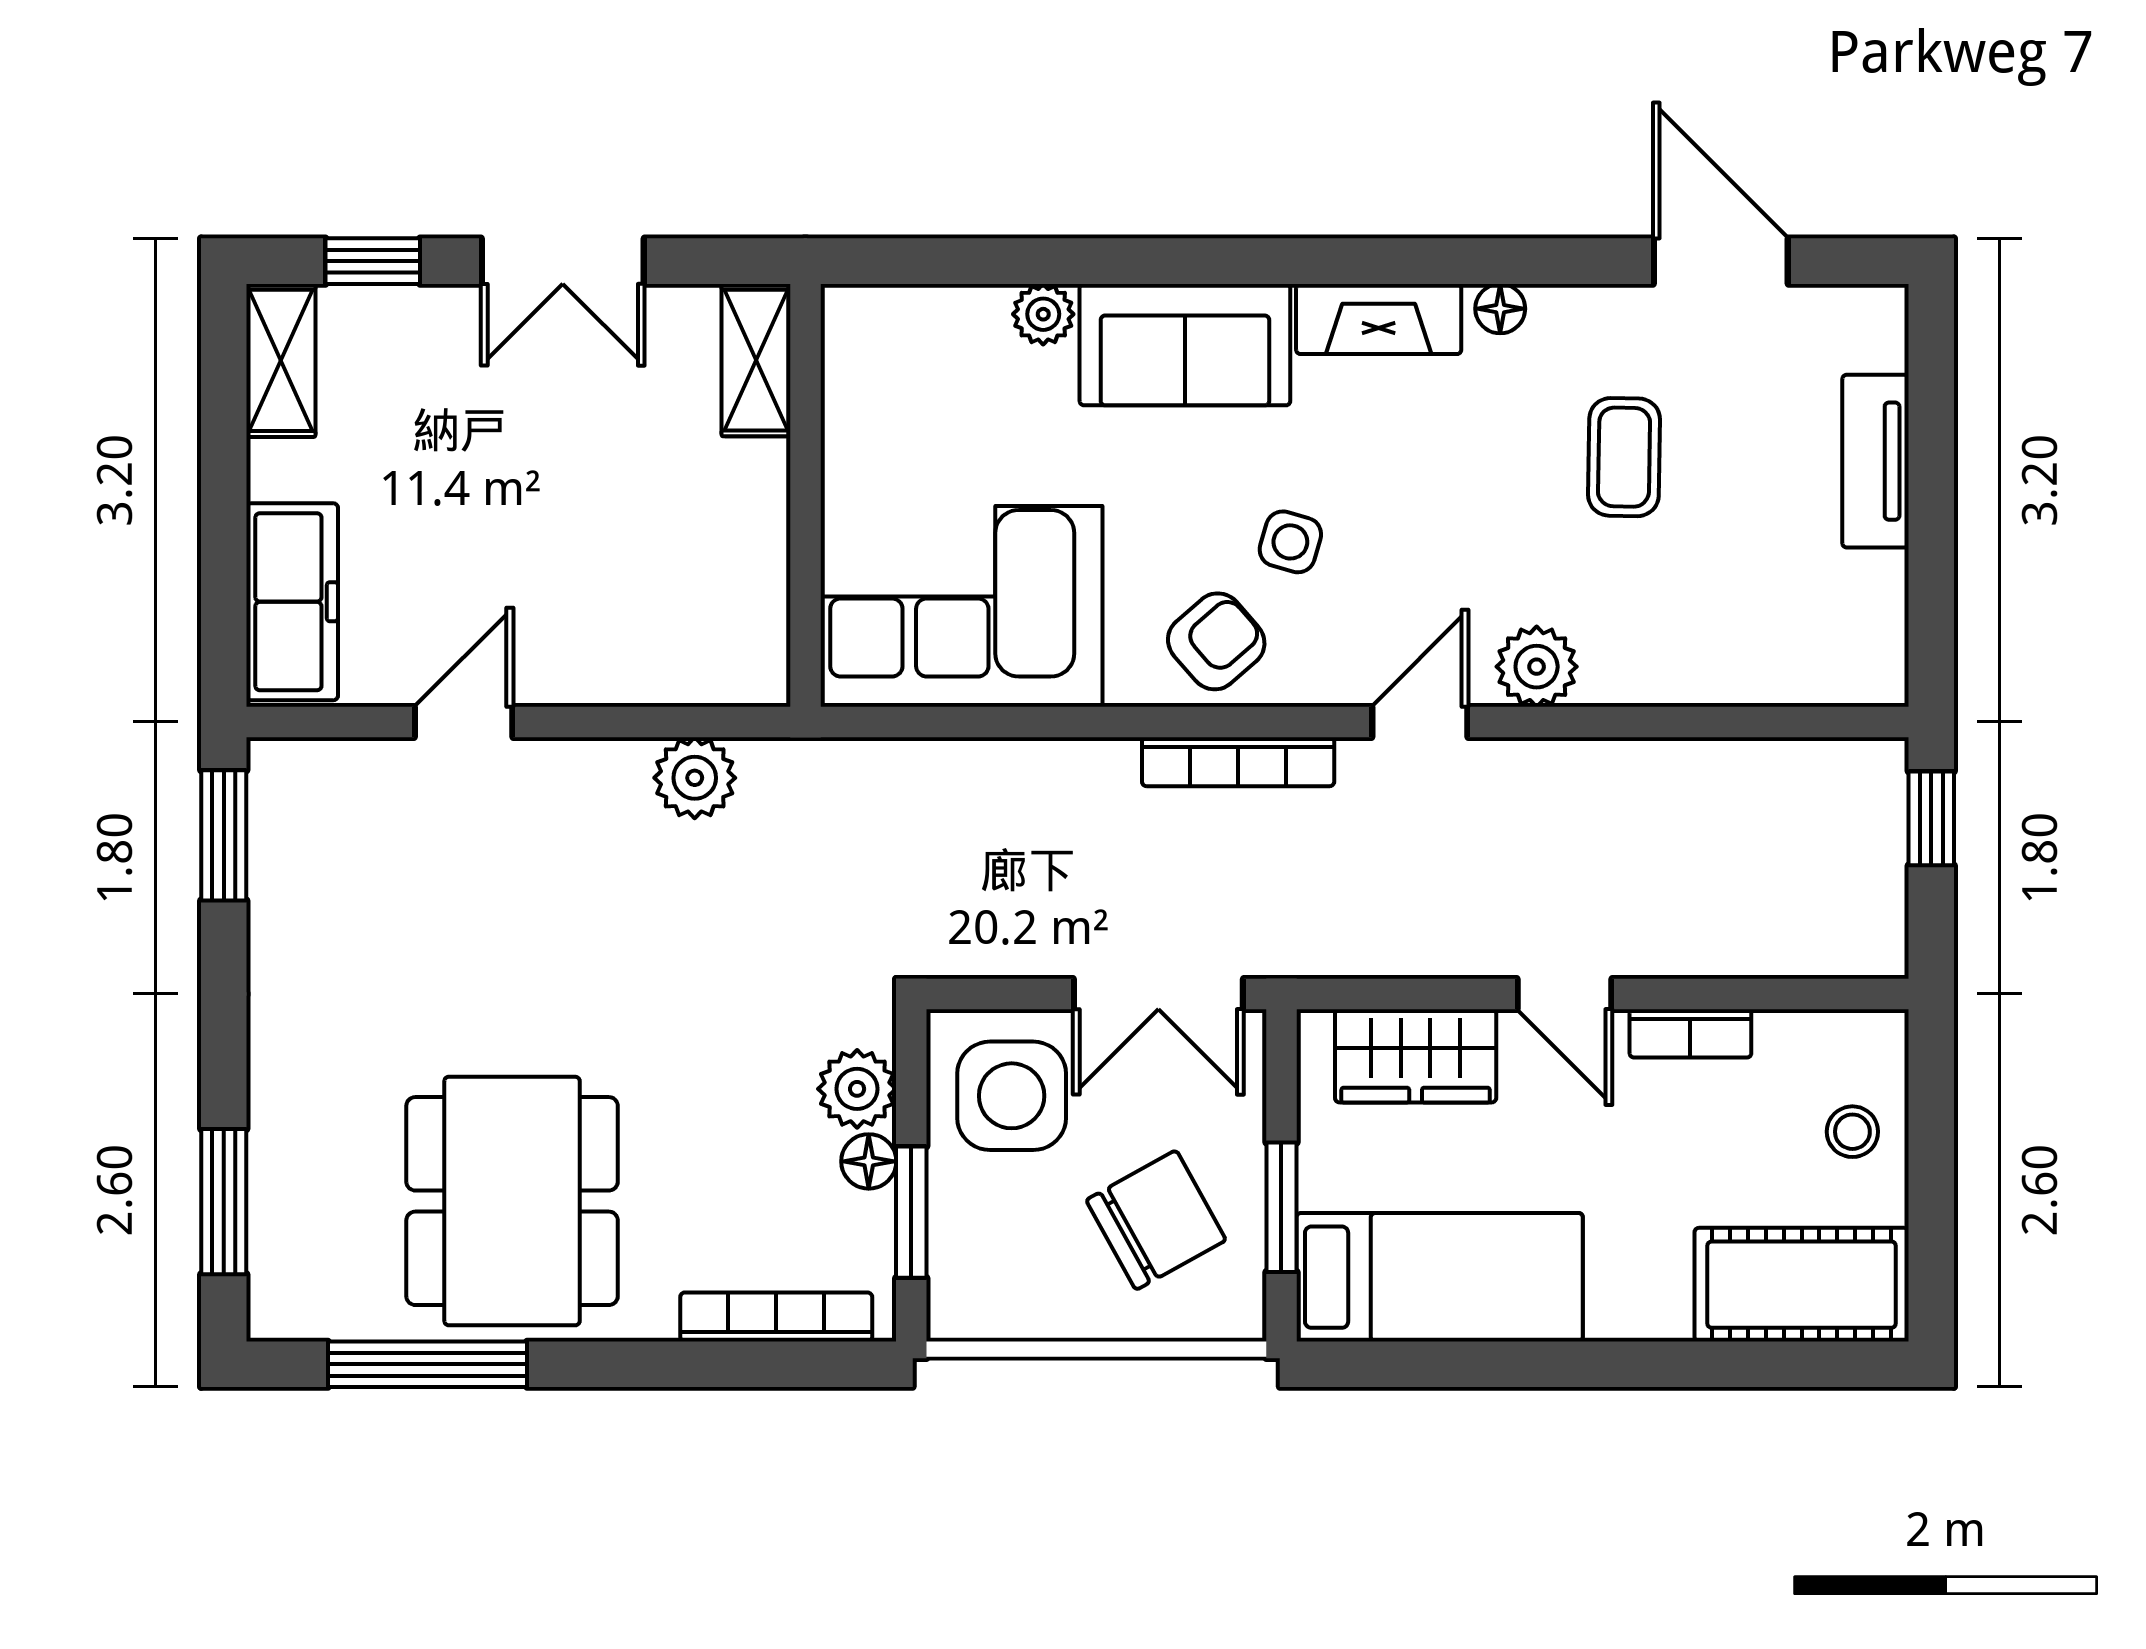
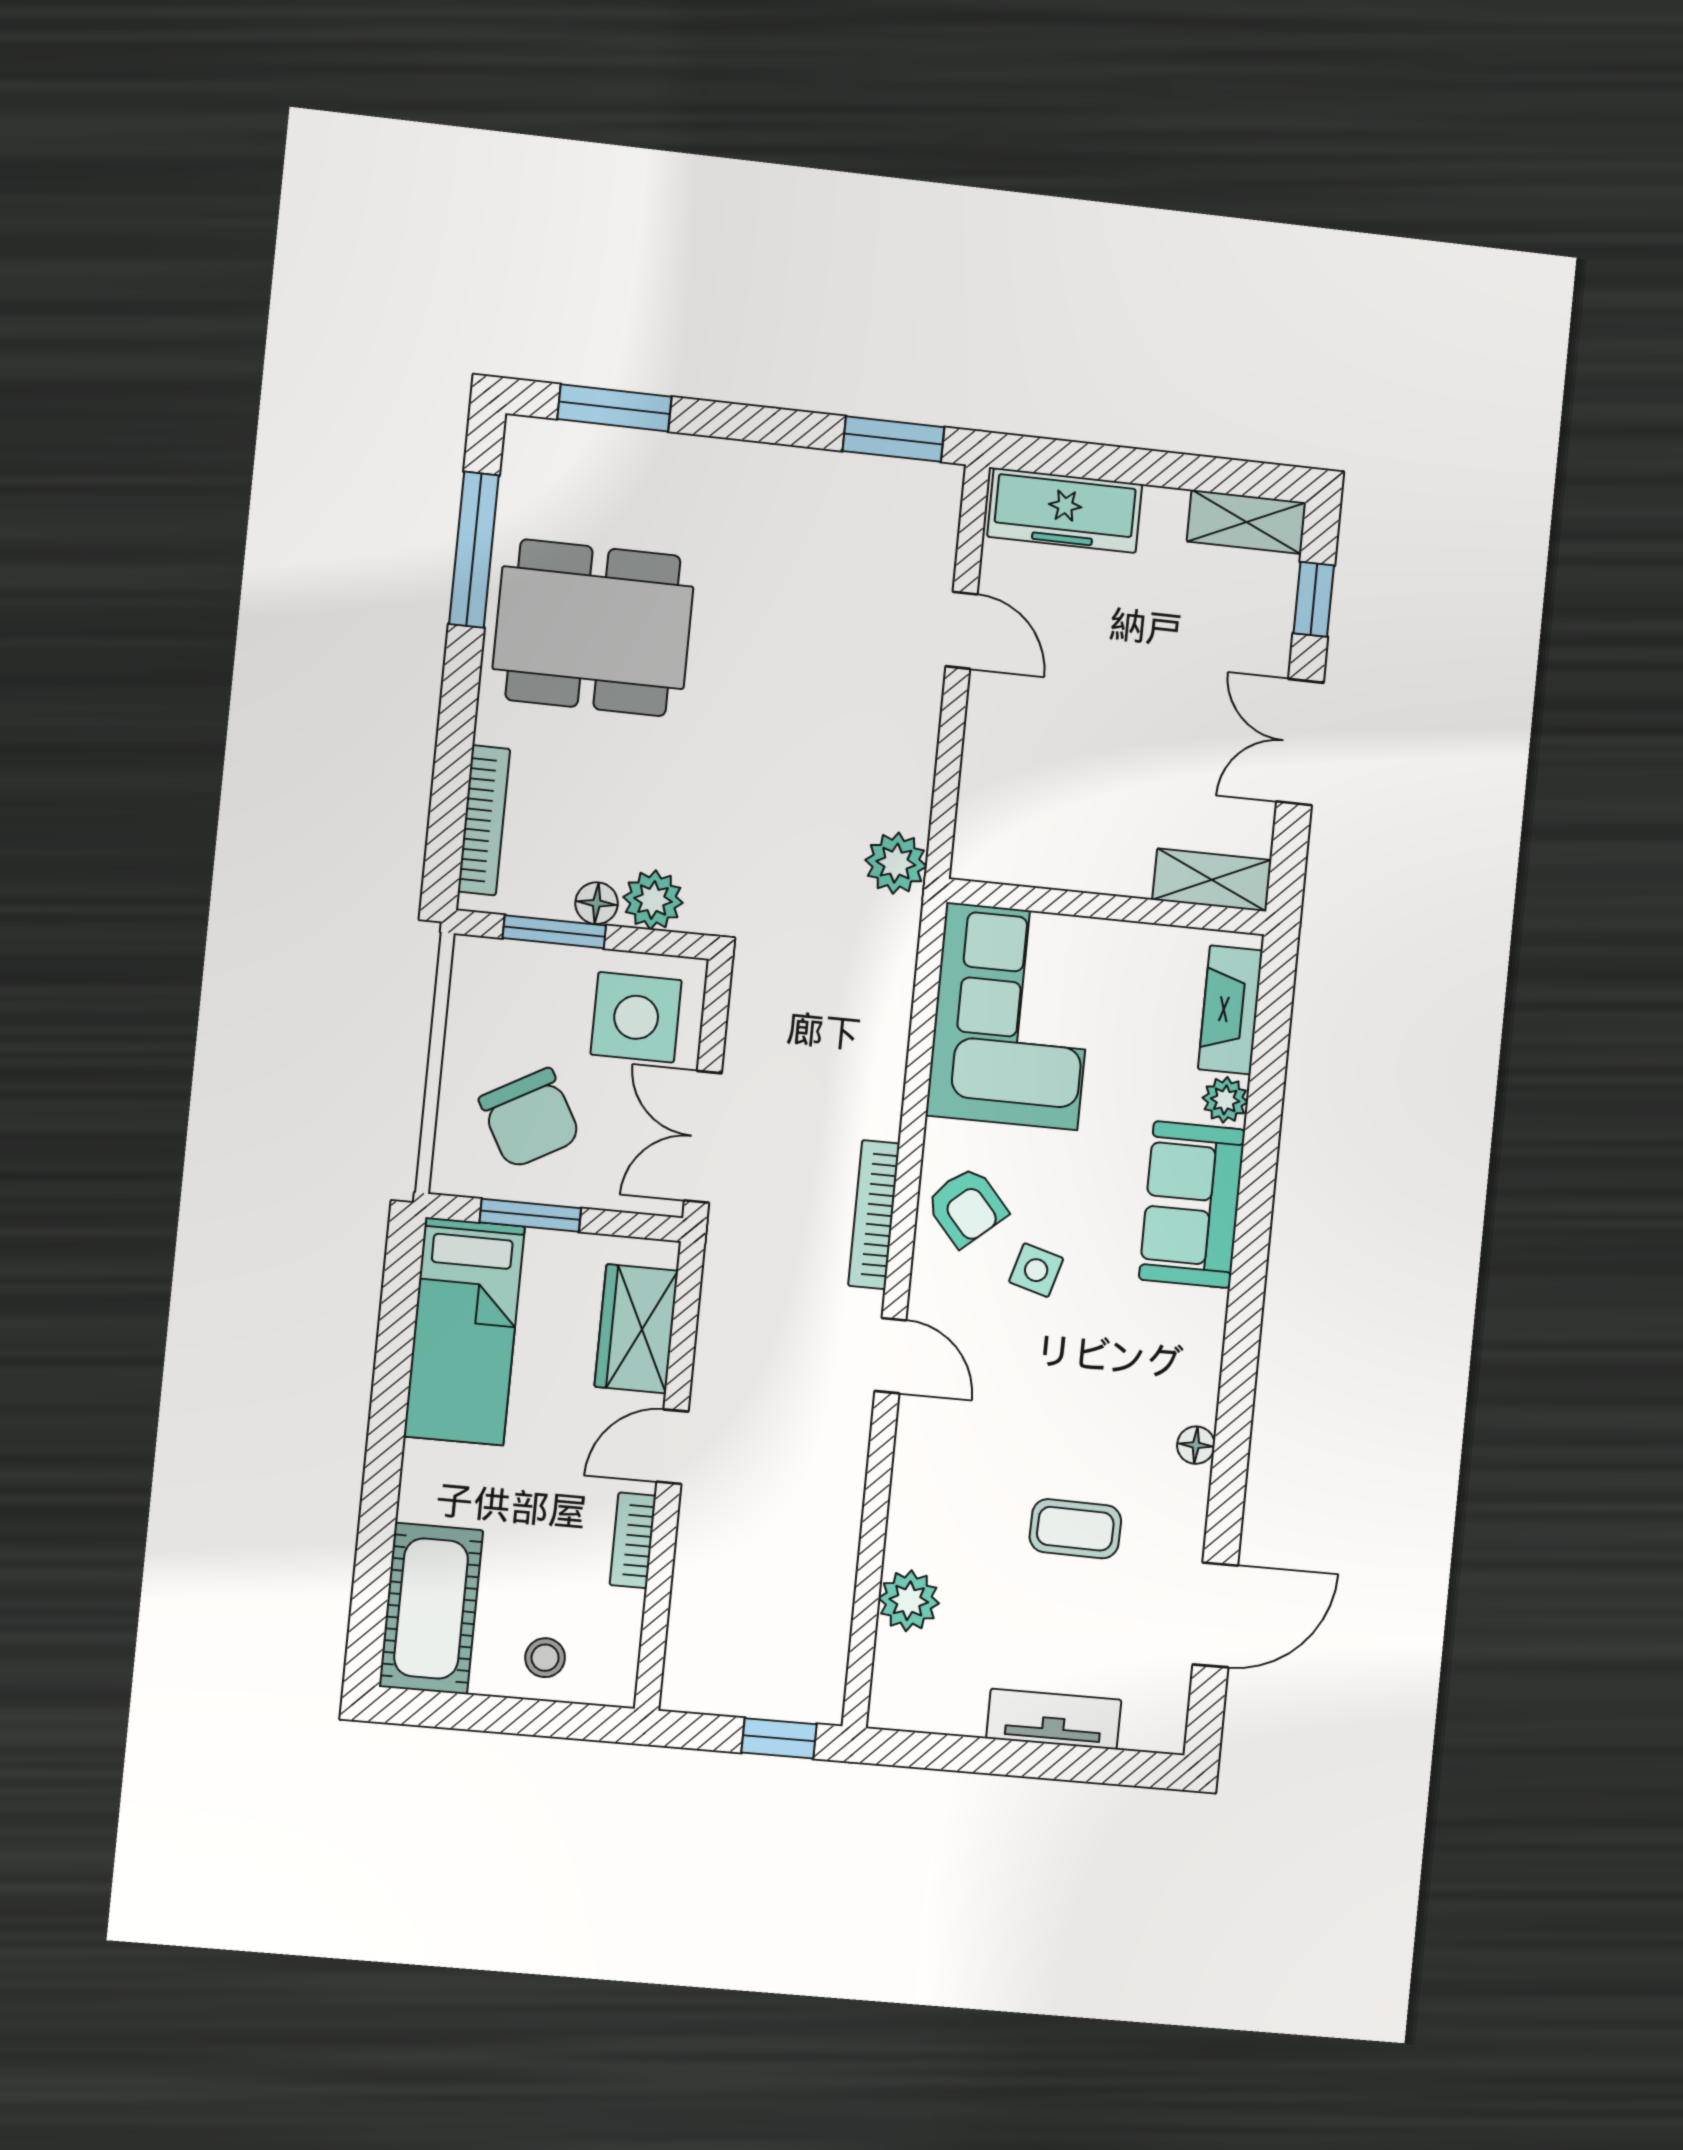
fireplace: (1379, 319) -> (1230, 1010), moved
plant: (1537, 667) -> (909, 1601), moved
plant: (695, 778) -> (896, 863), moved

